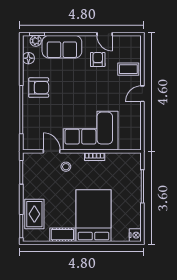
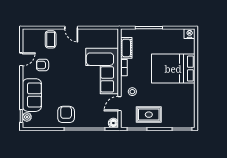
floor lamp: (28, 58) -> (113, 123), moved
rug: (34, 214) -> (149, 115), moved
cot: (62, 235) -> (126, 48), moved

